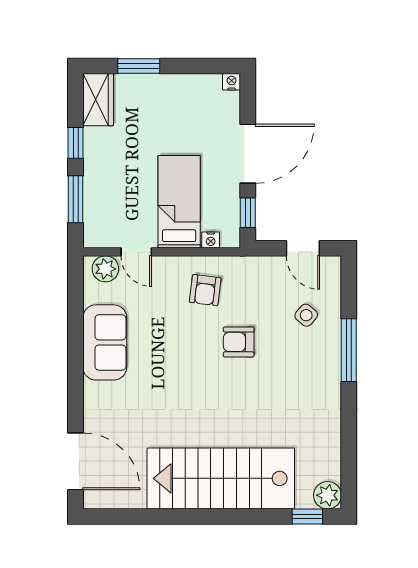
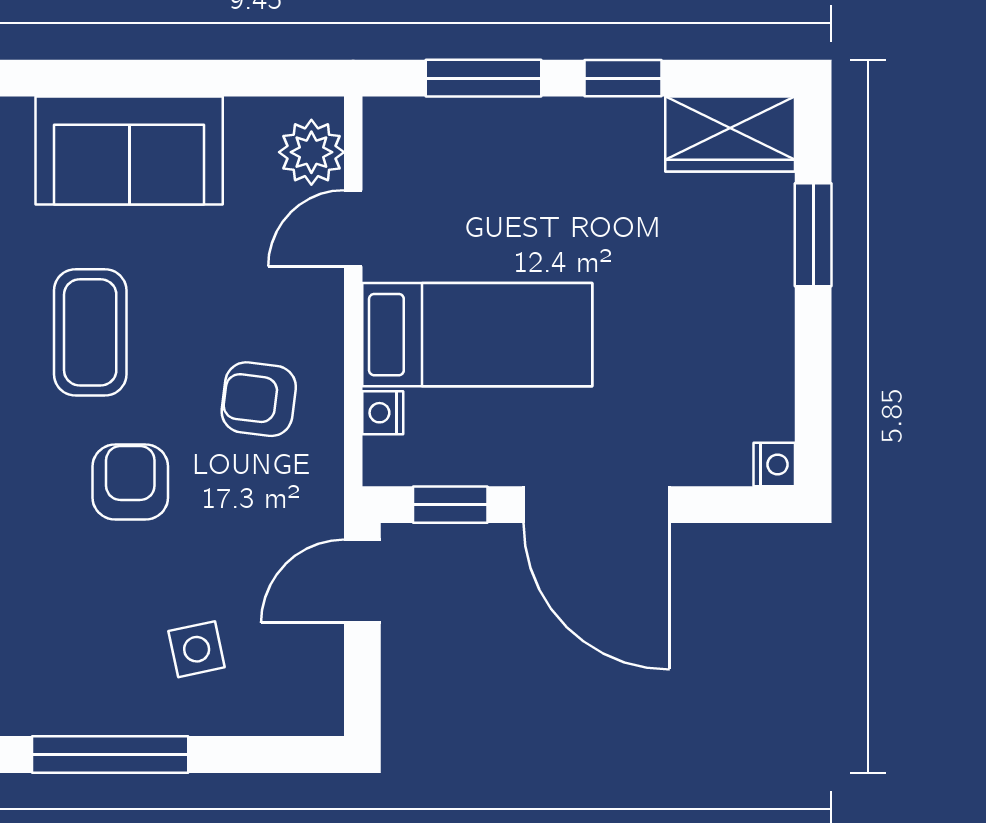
door: (303, 248) -> (362, 581), moved
side table: (306, 315) -> (197, 649), turned 38
coffee table: (178, 358) -> (90, 332), added

